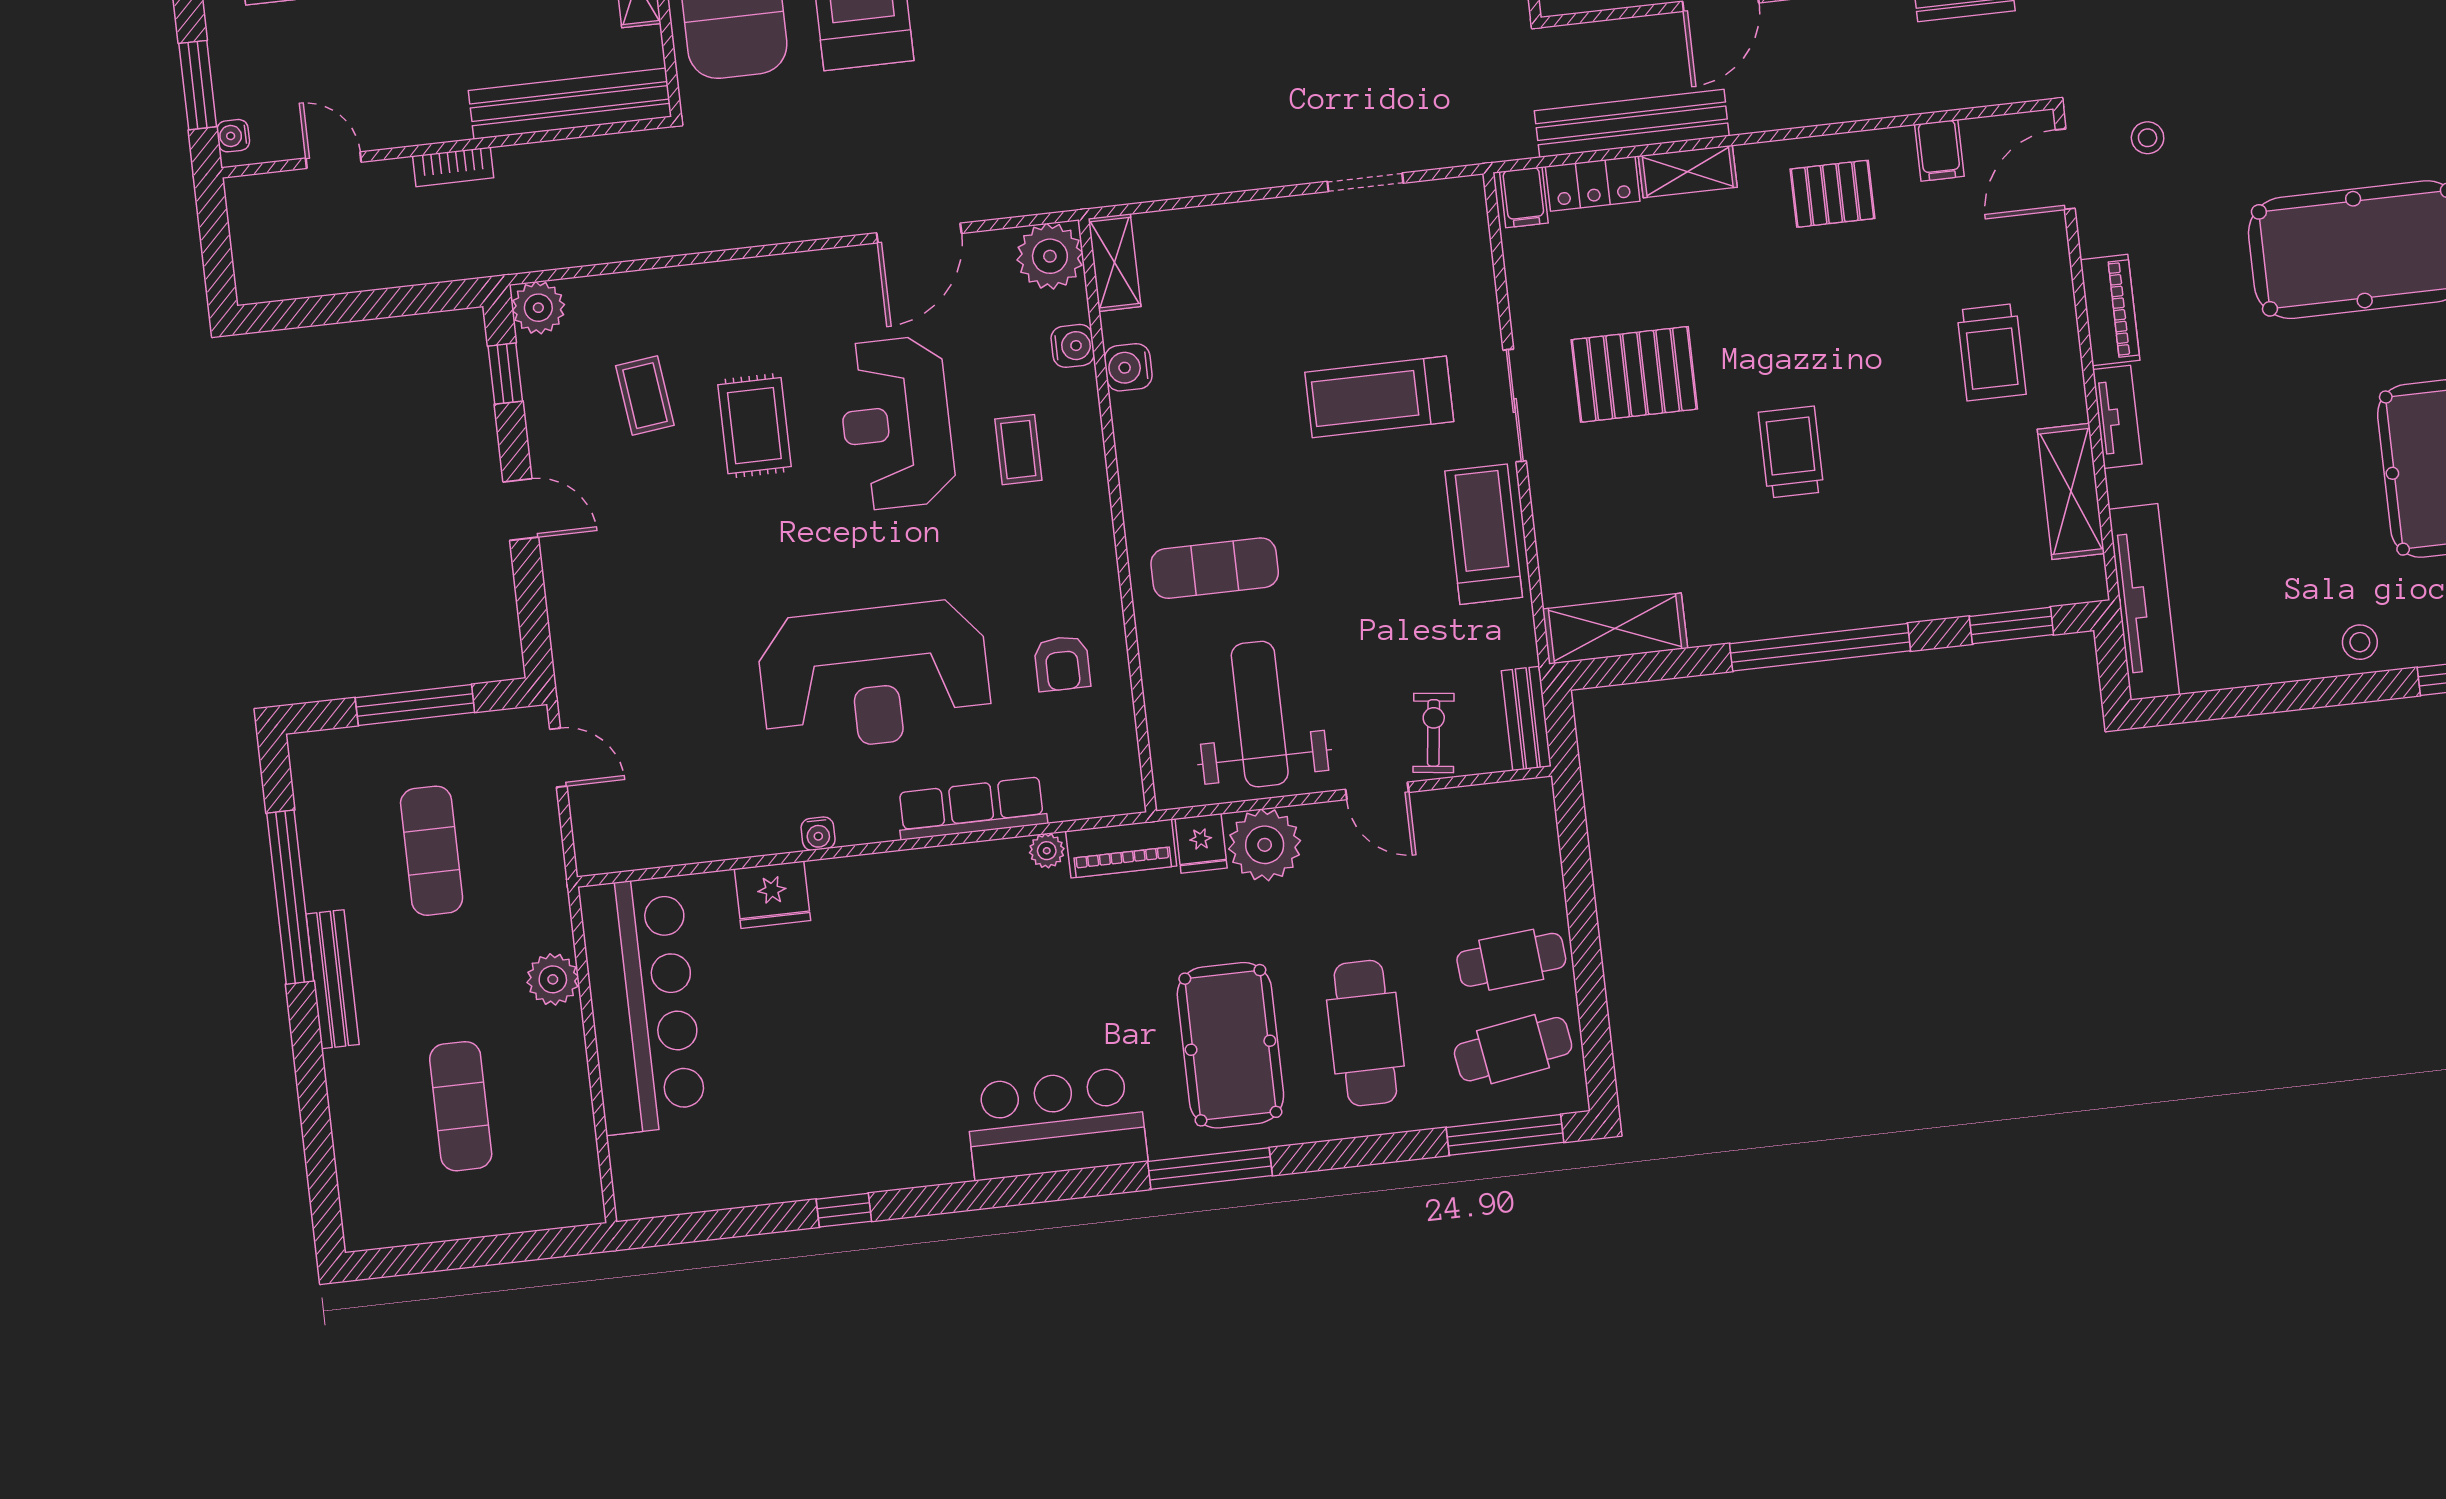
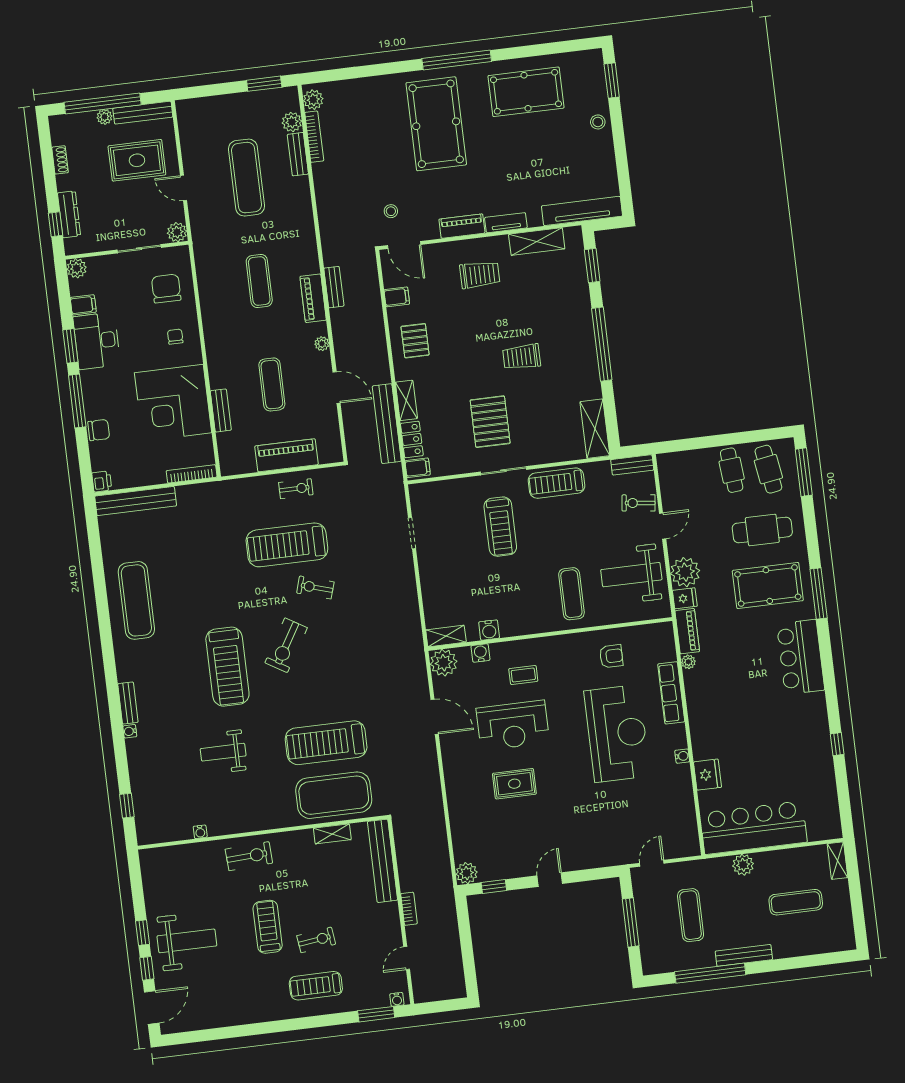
coffee table: (645, 396) -> (502, 829), removed
exercise mat: (432, 851) -> (691, 915), turned 90
shelving: (561, 1209) -> (837, 861), added

